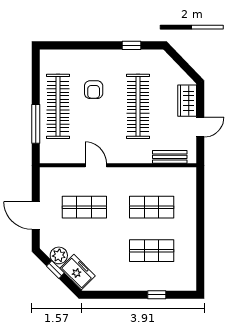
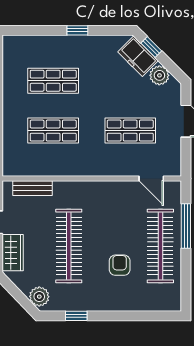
plant: (164, 62) -> (39, 297), added
door: (96, 165) -> (151, 179), moved
window: (55, 270) -> (151, 47), moved
window: (157, 295) -> (77, 30), moved

